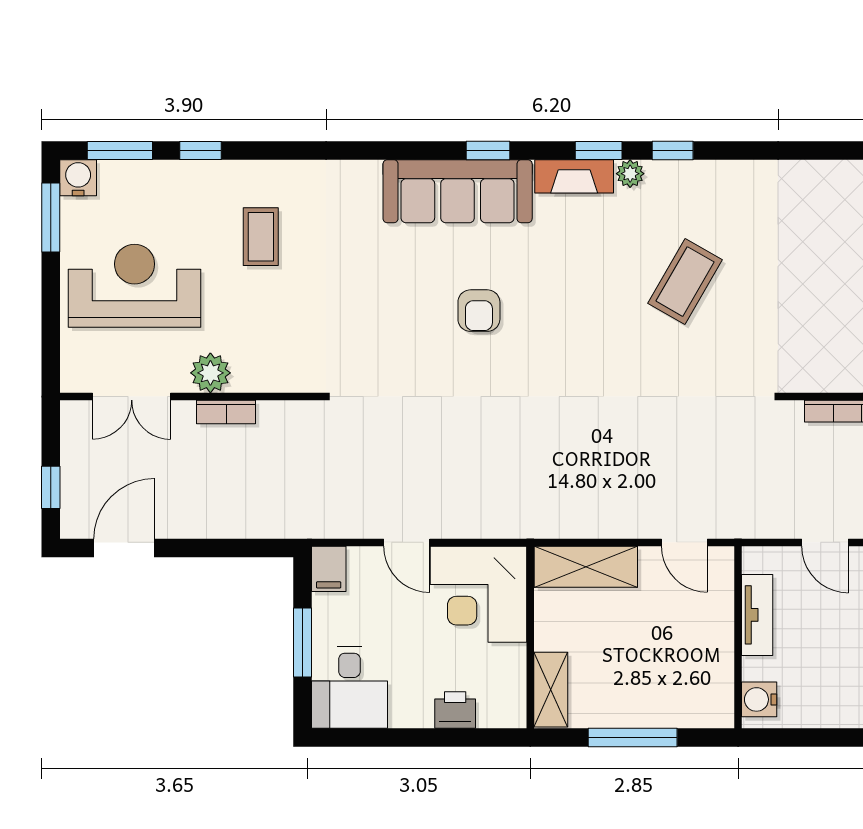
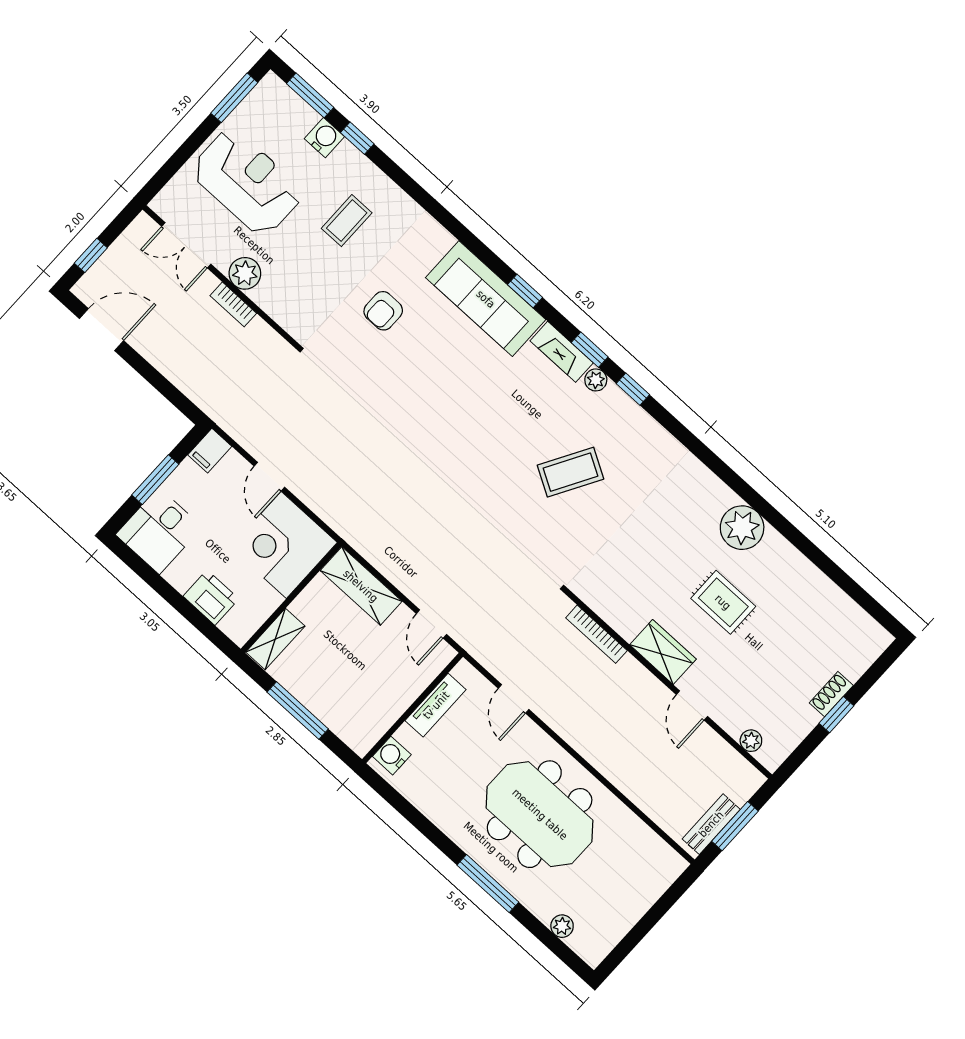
water cooler: (78, 178) -> (324, 138), moved
armchair: (479, 311) -> (383, 311), moved
printer: (455, 710) -> (211, 598), width x1.36, depth x1.24

